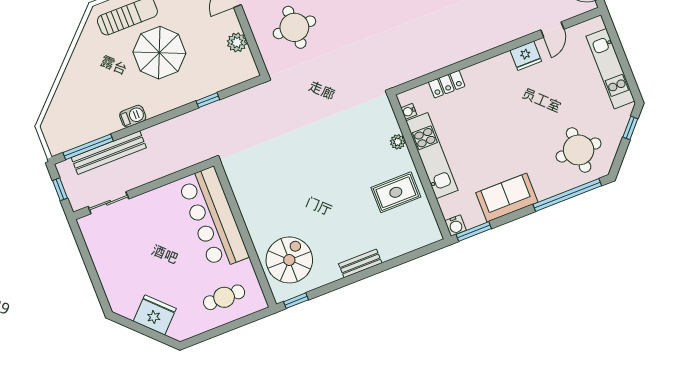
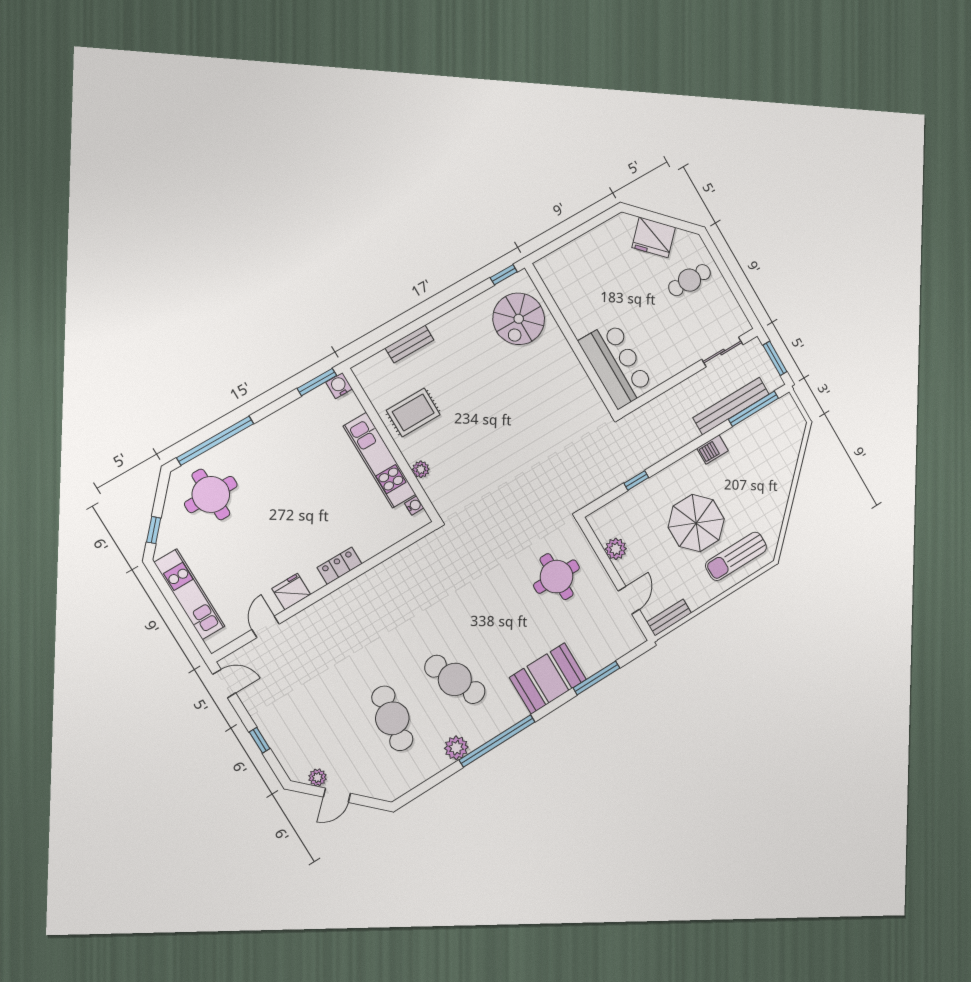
locker: (447, 84) -> (340, 566), moved
window: (60, 189) -> (775, 358), width x1.50
sofa: (507, 198) -> (285, 427), removed
bar counter: (213, 219) -> (616, 364), width x0.73
bench: (360, 263) -> (410, 344), moved
cafe table: (224, 297) -> (689, 280), moved

